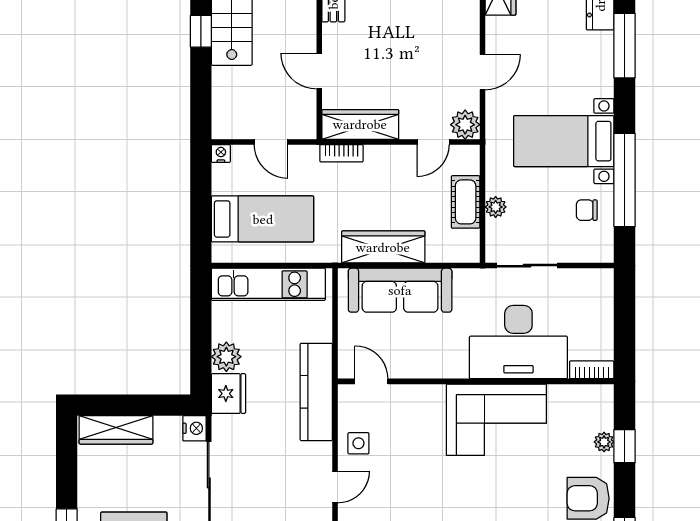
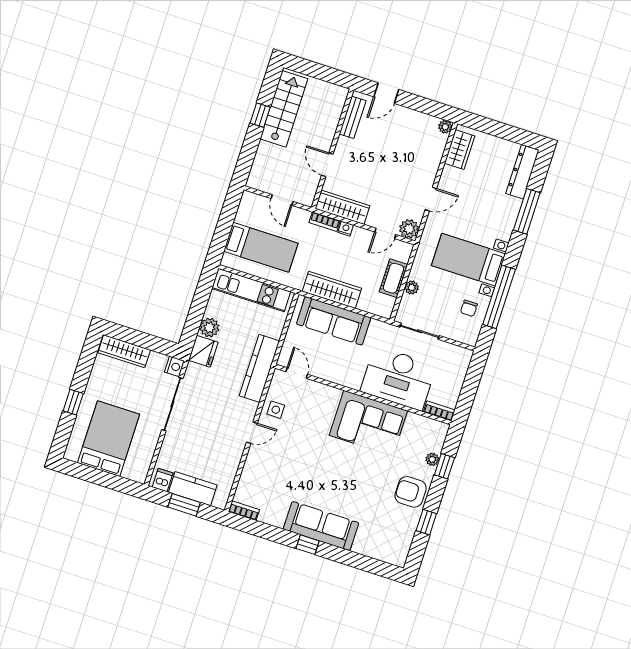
nightstand: (221, 153) -> (346, 229), moved
chair: (587, 210) -> (469, 308), turned -90

